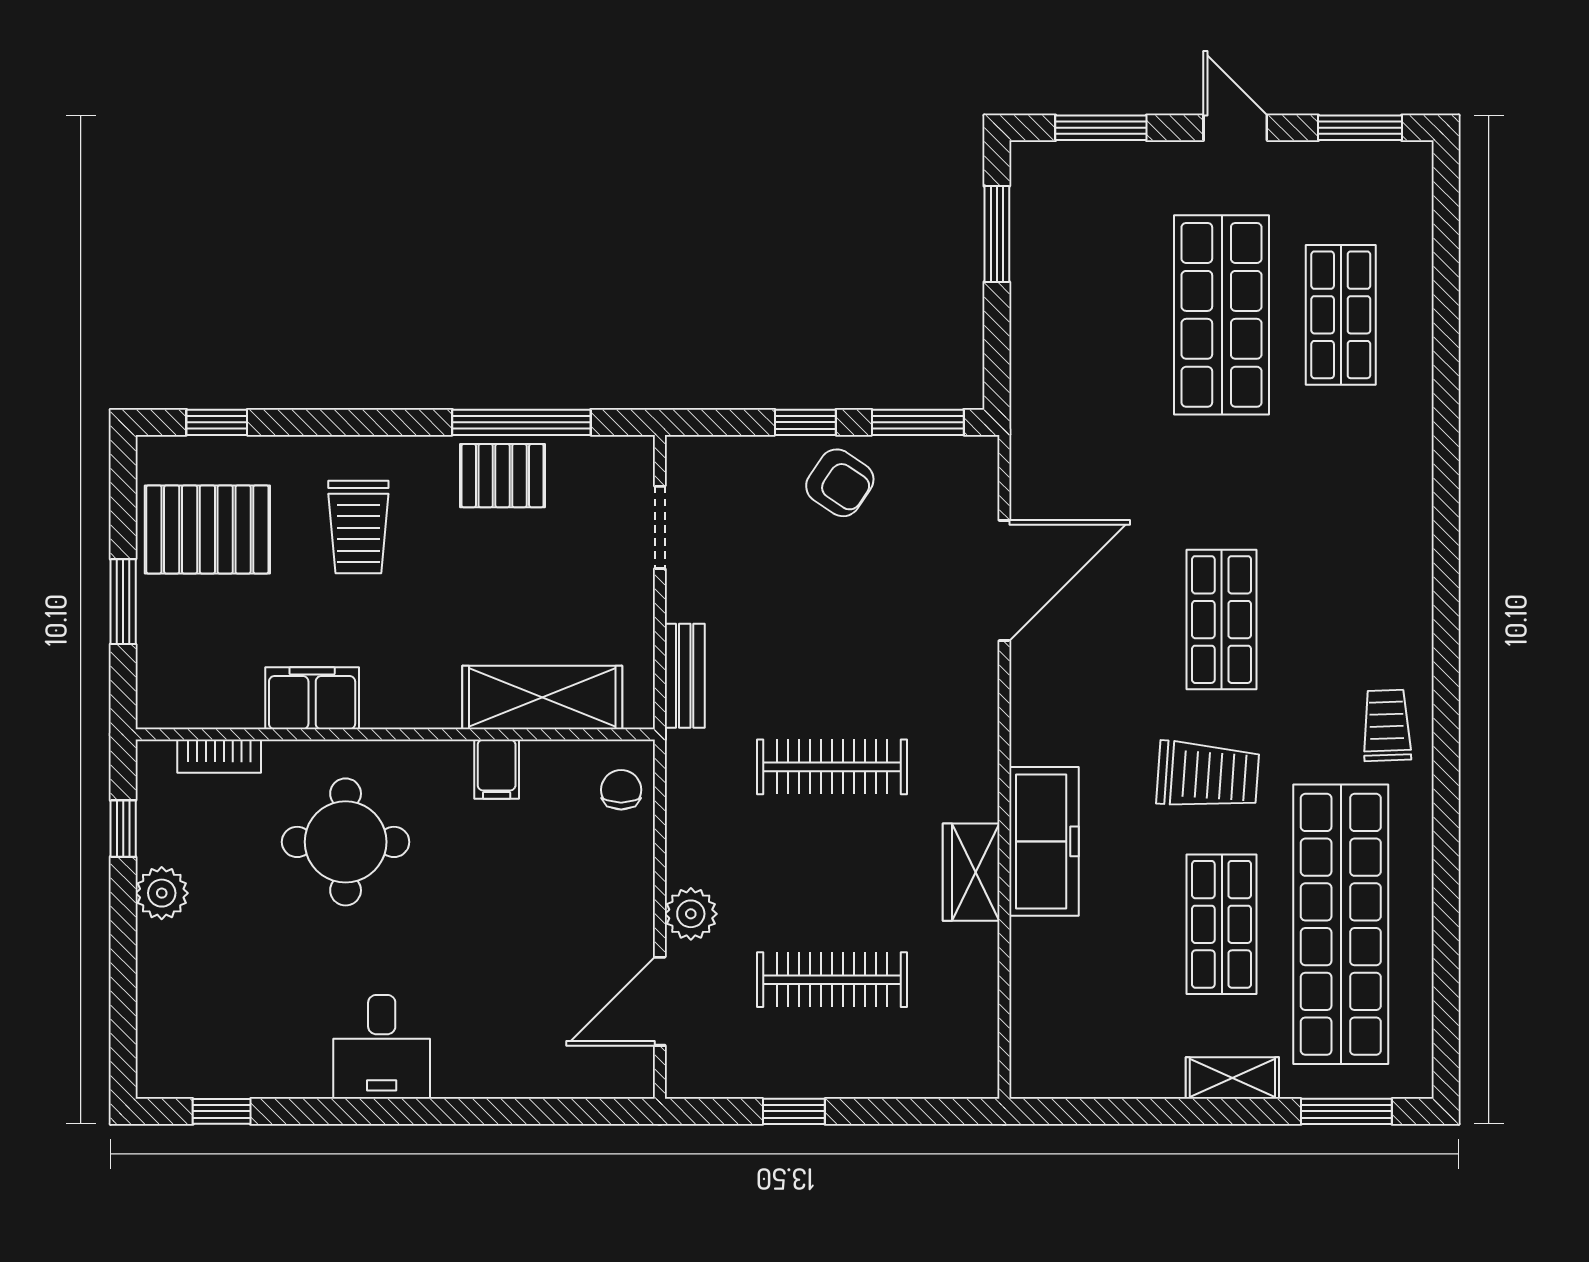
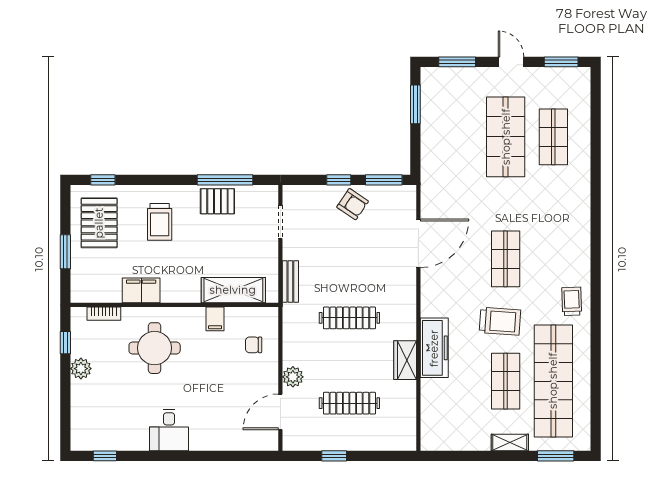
pallet: (207, 529) -> (99, 223), turned 90
chair: (621, 790) -> (254, 345), moved, turned -90

